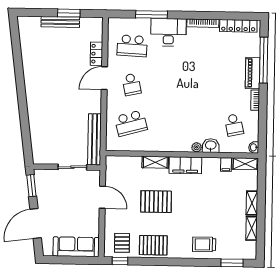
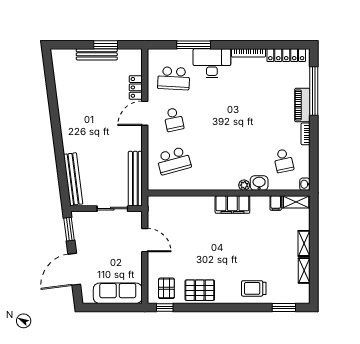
bench: (36, 139) -> (73, 179), added
shelving: (155, 162) -> (200, 202), removed
pallet: (156, 202) -> (202, 244), removed

